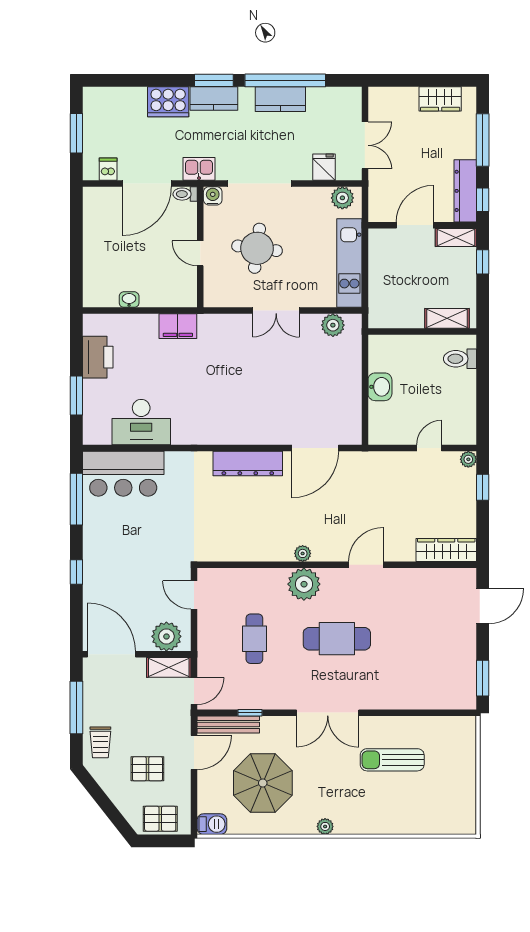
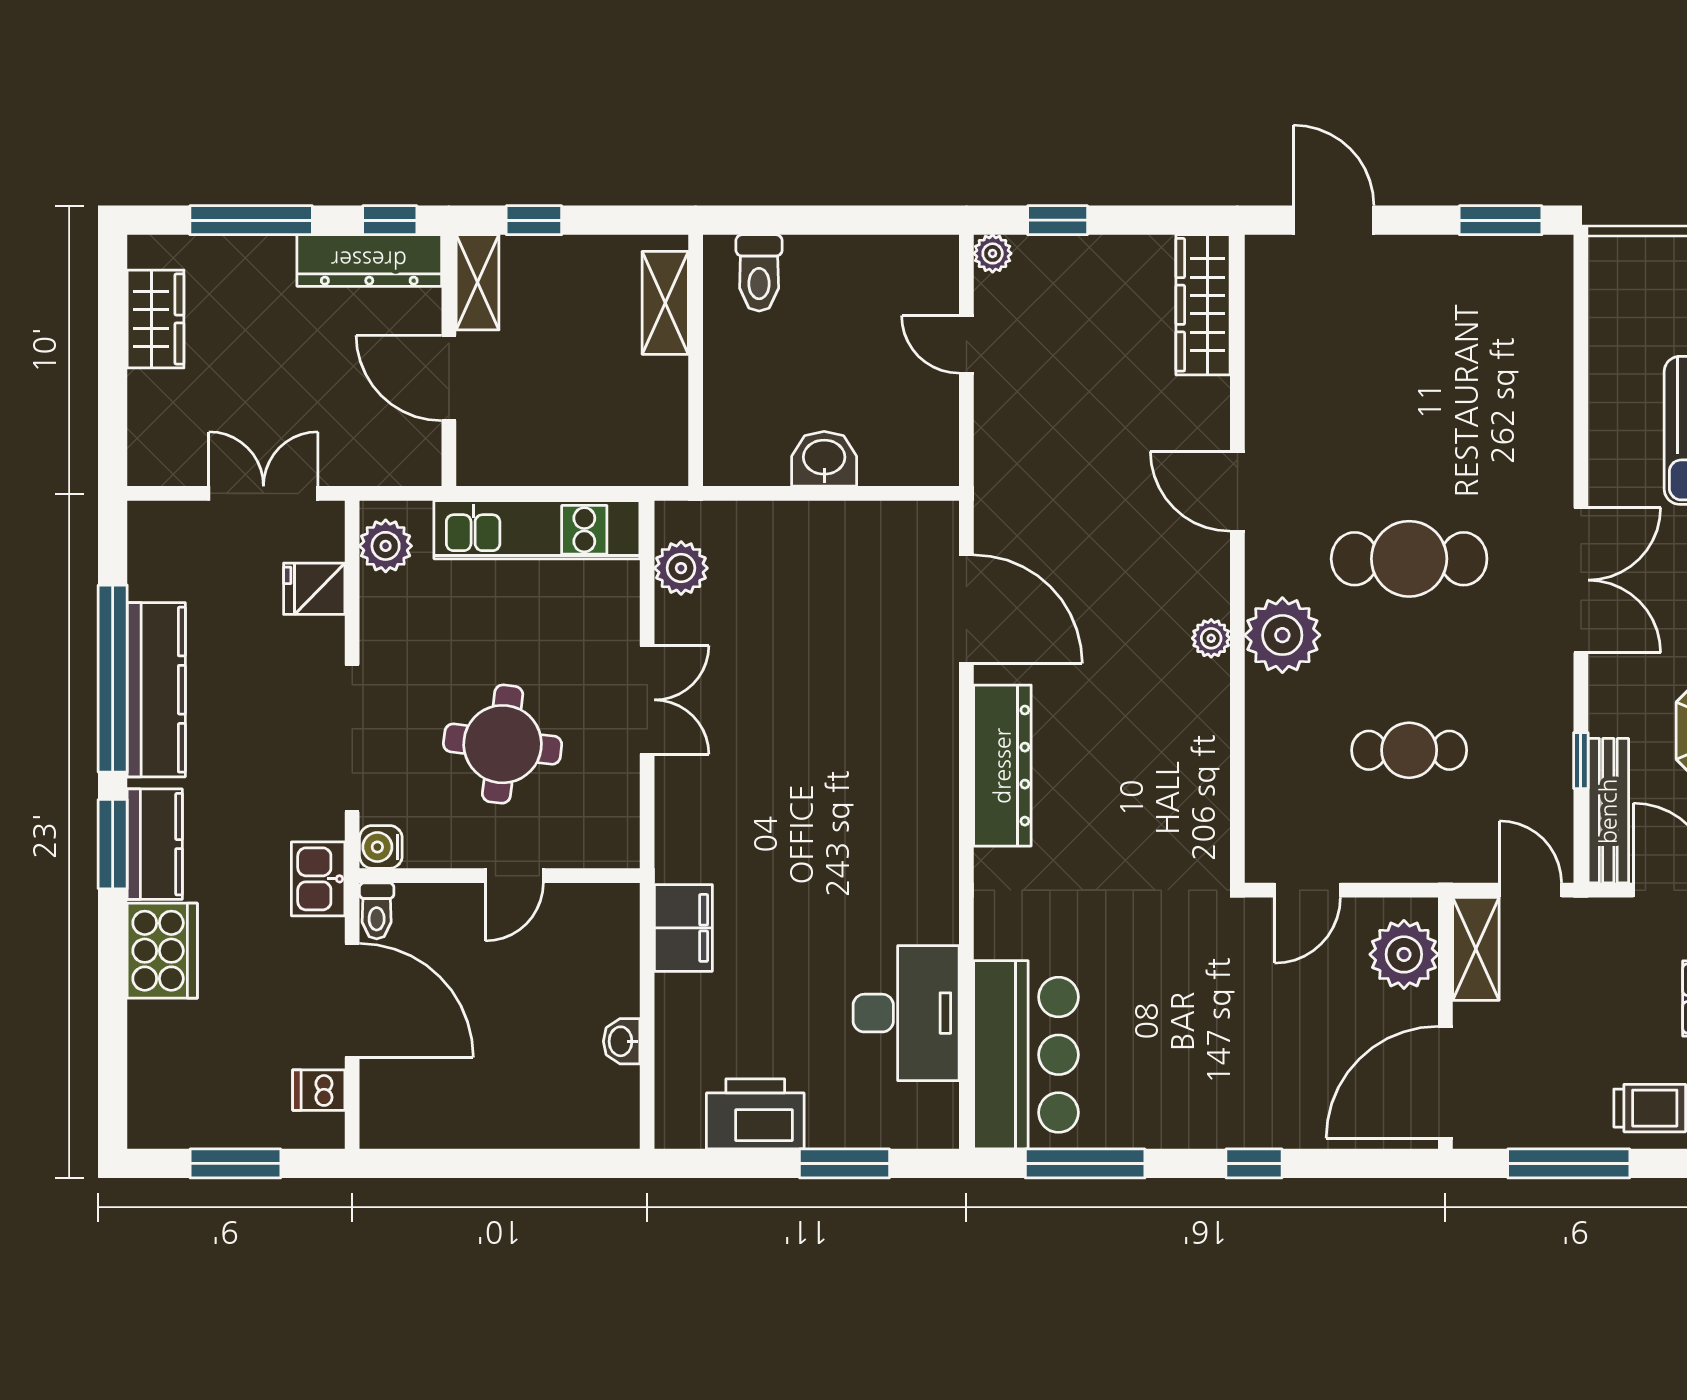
kitchen counter: (280, 99) -> (156, 690), width x1.50
cafe table: (337, 639) -> (1409, 559), turned 90

